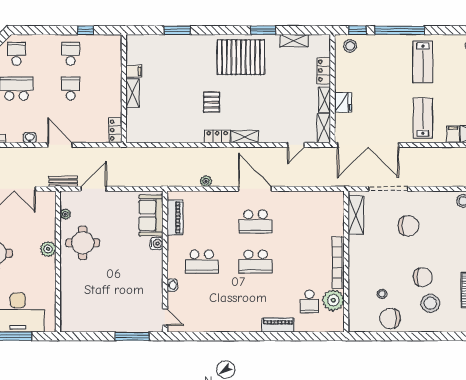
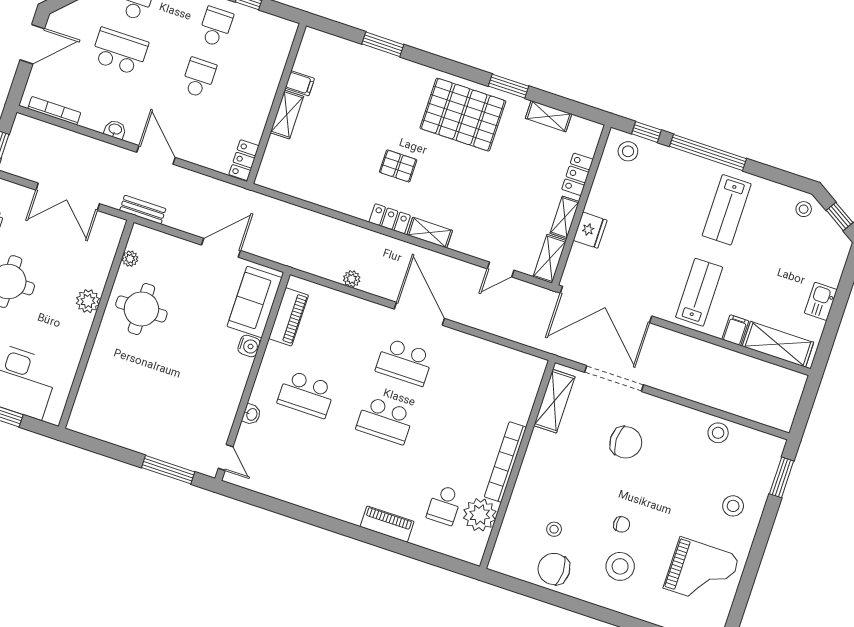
pallet: (212, 102) -> (398, 166), turned 90
door: (94, 189) -> (221, 248), moved
chair: (423, 277) -> (622, 524), width x0.54, depth x0.54

